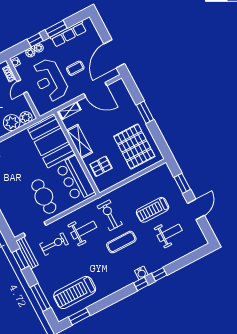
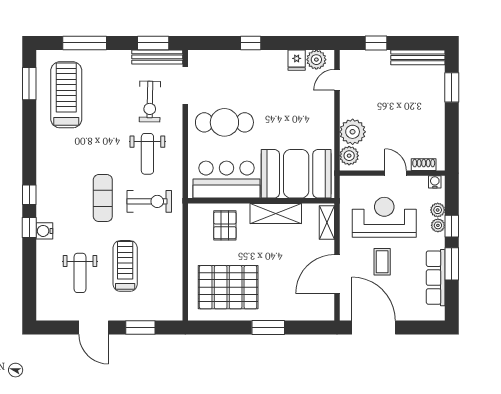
water cooler: (141, 273) -> (44, 231), moved

